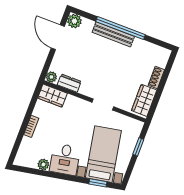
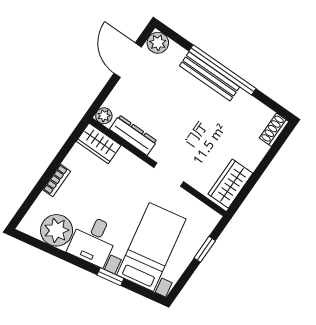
shoe rack: (156, 78) -> (274, 130), moved
dresser: (69, 83) -> (133, 135), width x1.44
plant: (43, 164) -> (57, 230), width x1.87, depth x1.87
window: (98, 183) -> (110, 277), moved

